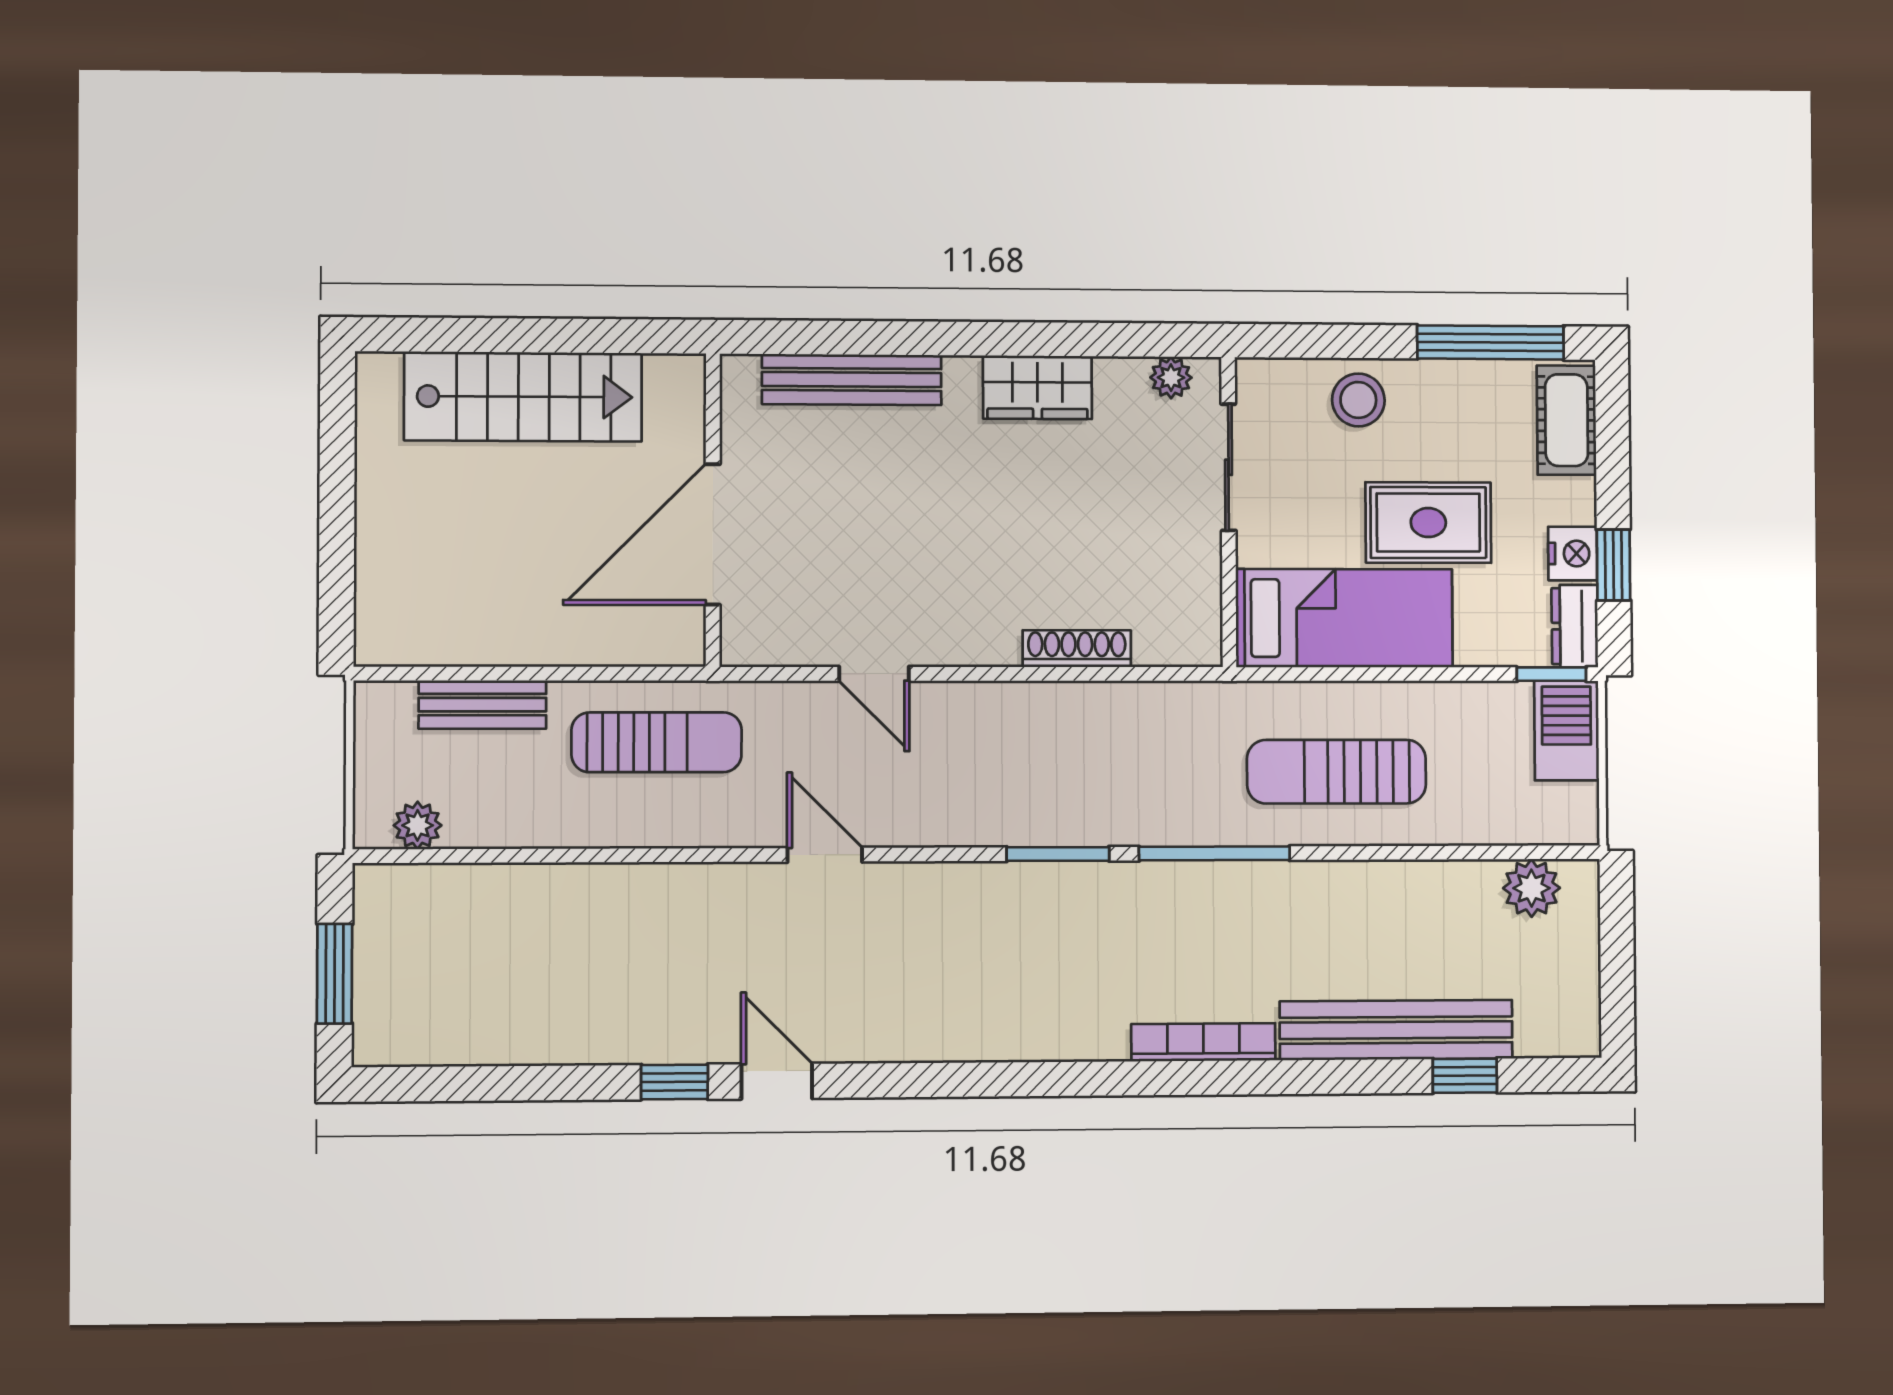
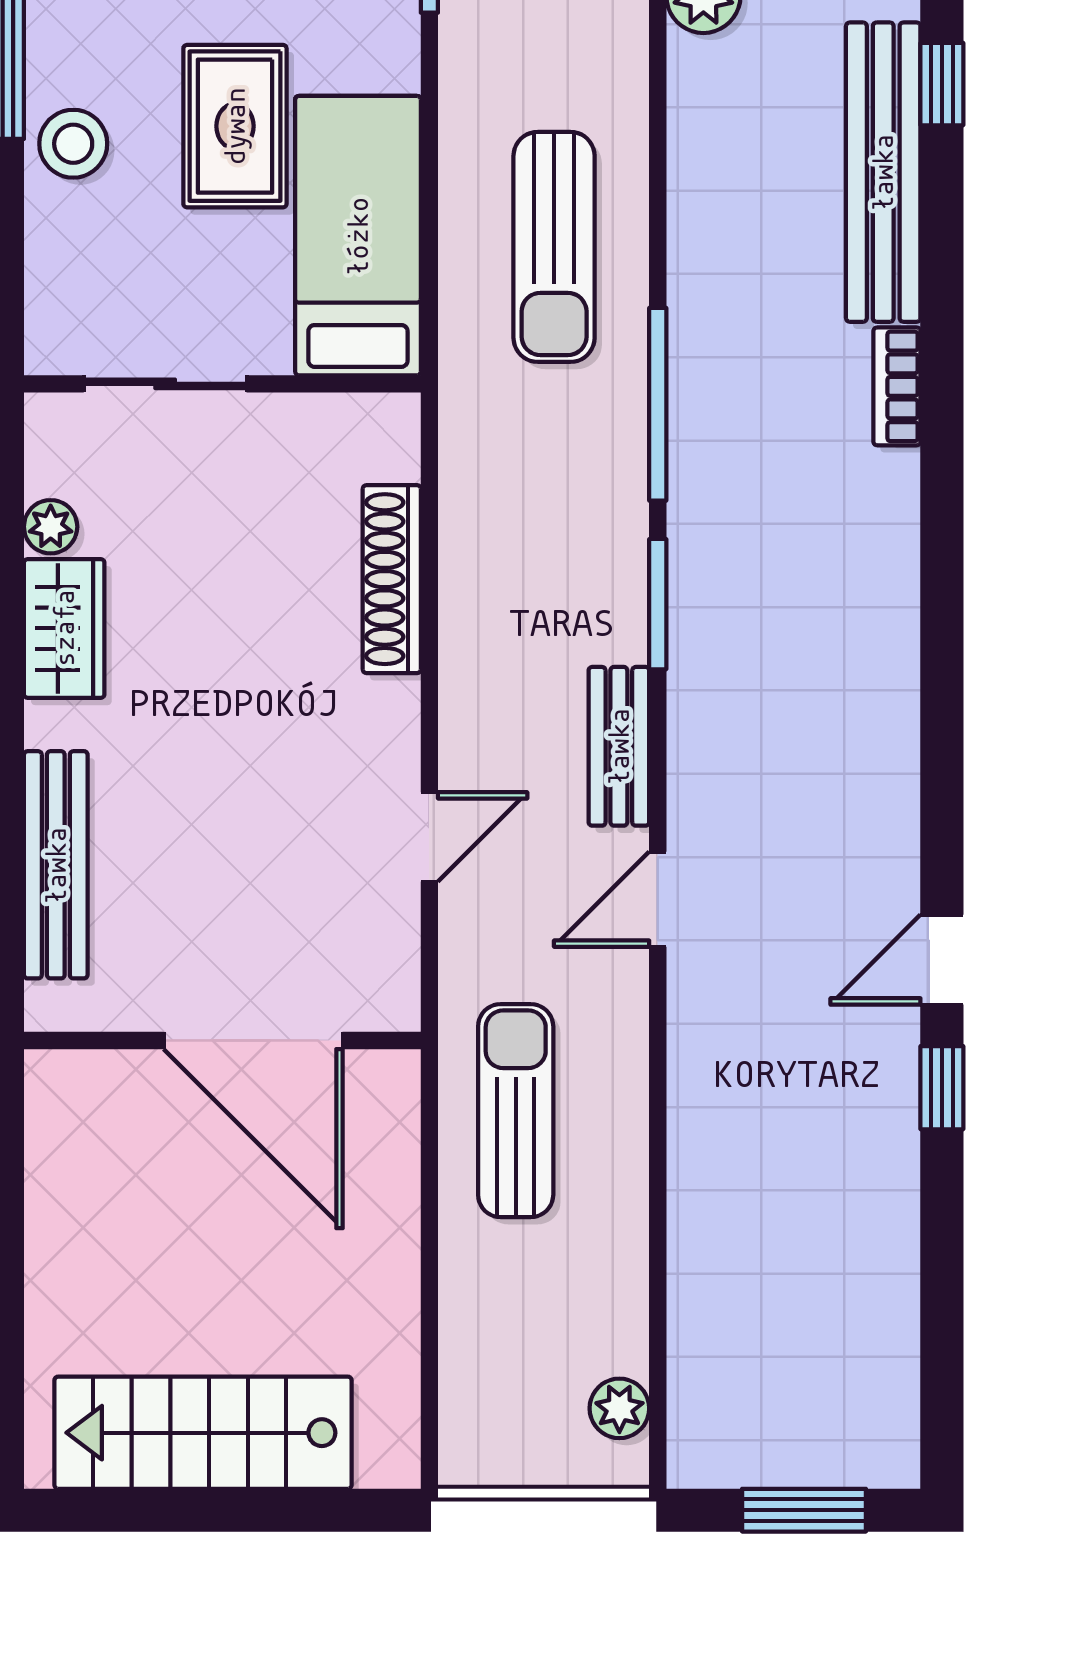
plant: (1171, 378) -> (51, 527), moved
stairs: (523, 397) -> (203, 1433), moved, turned -90
stool: (1358, 400) -> (73, 144), moved
shoe rack: (1077, 649) -> (392, 579), width x1.36, depth x1.24
bench: (482, 705) -> (619, 746), moved
bookcase: (1203, 1042) -> (897, 386), width x0.64

